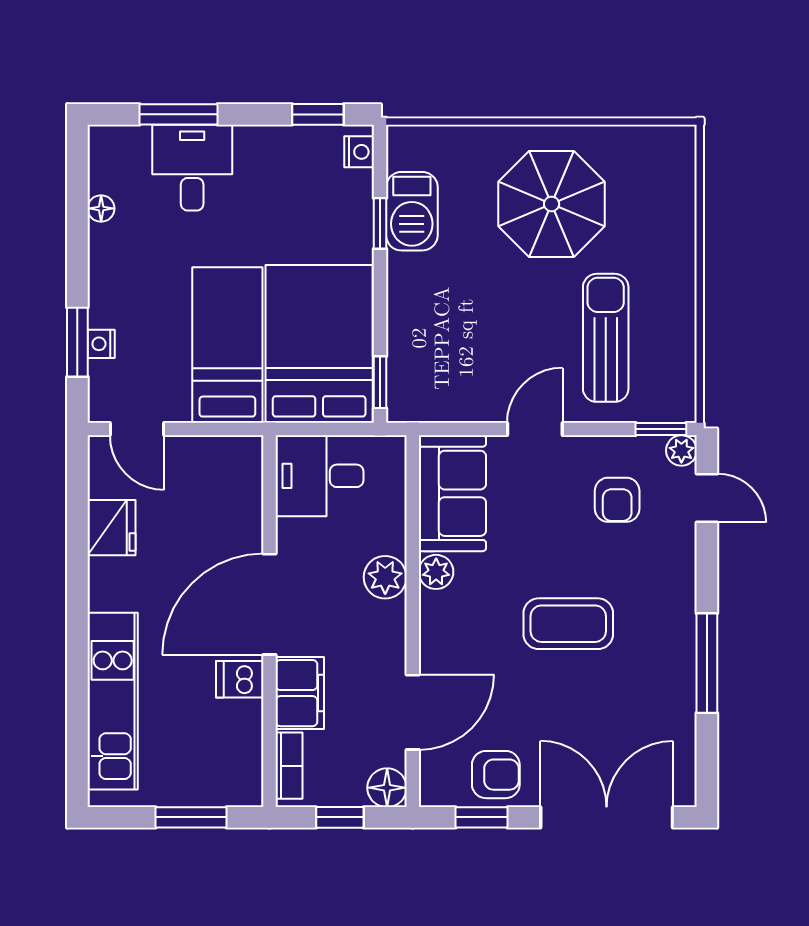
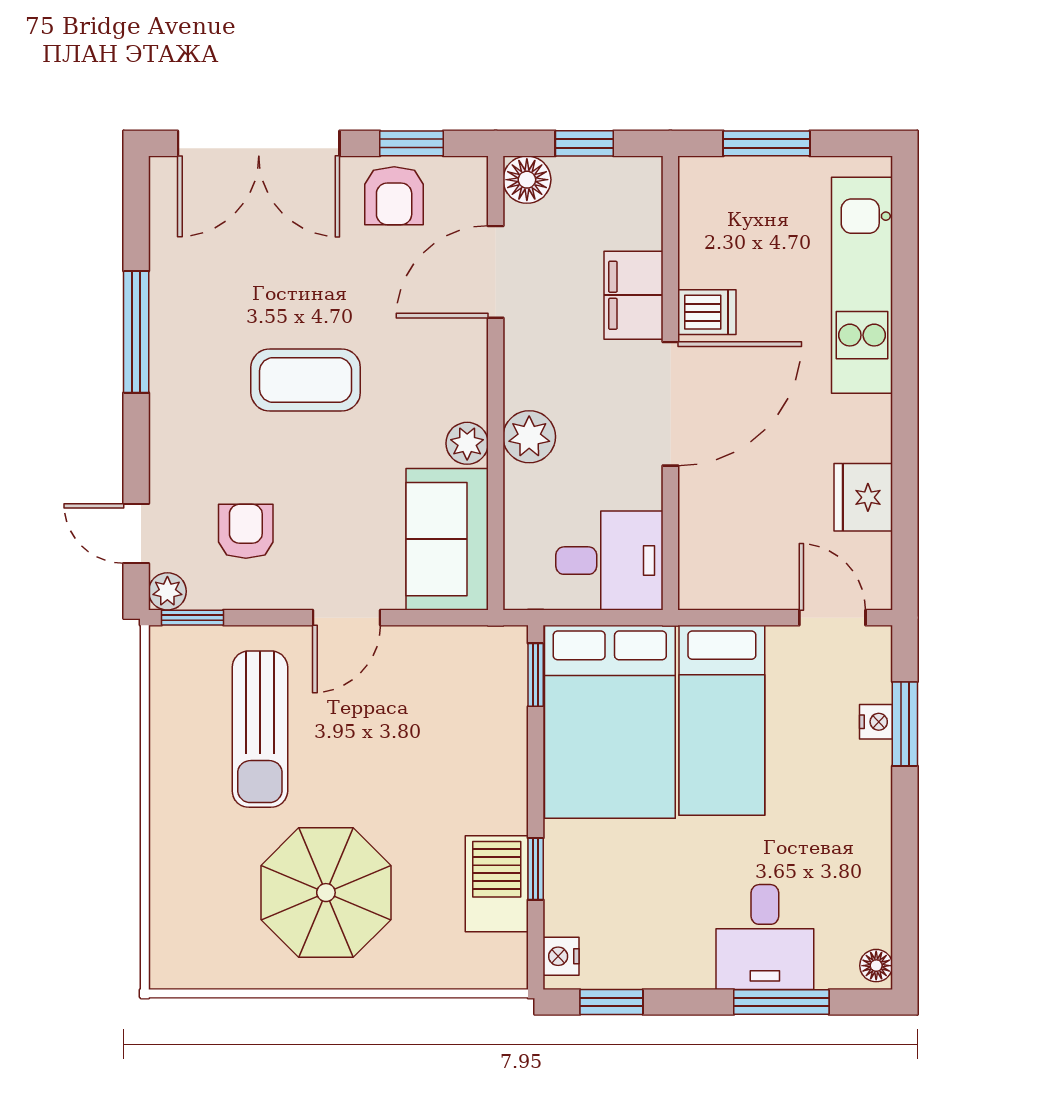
floor lamp: (101, 208) -> (876, 966), moved
bookcase: (289, 766) -> (647, 207), removed
armchair: (496, 775) -> (394, 196), turned -90

